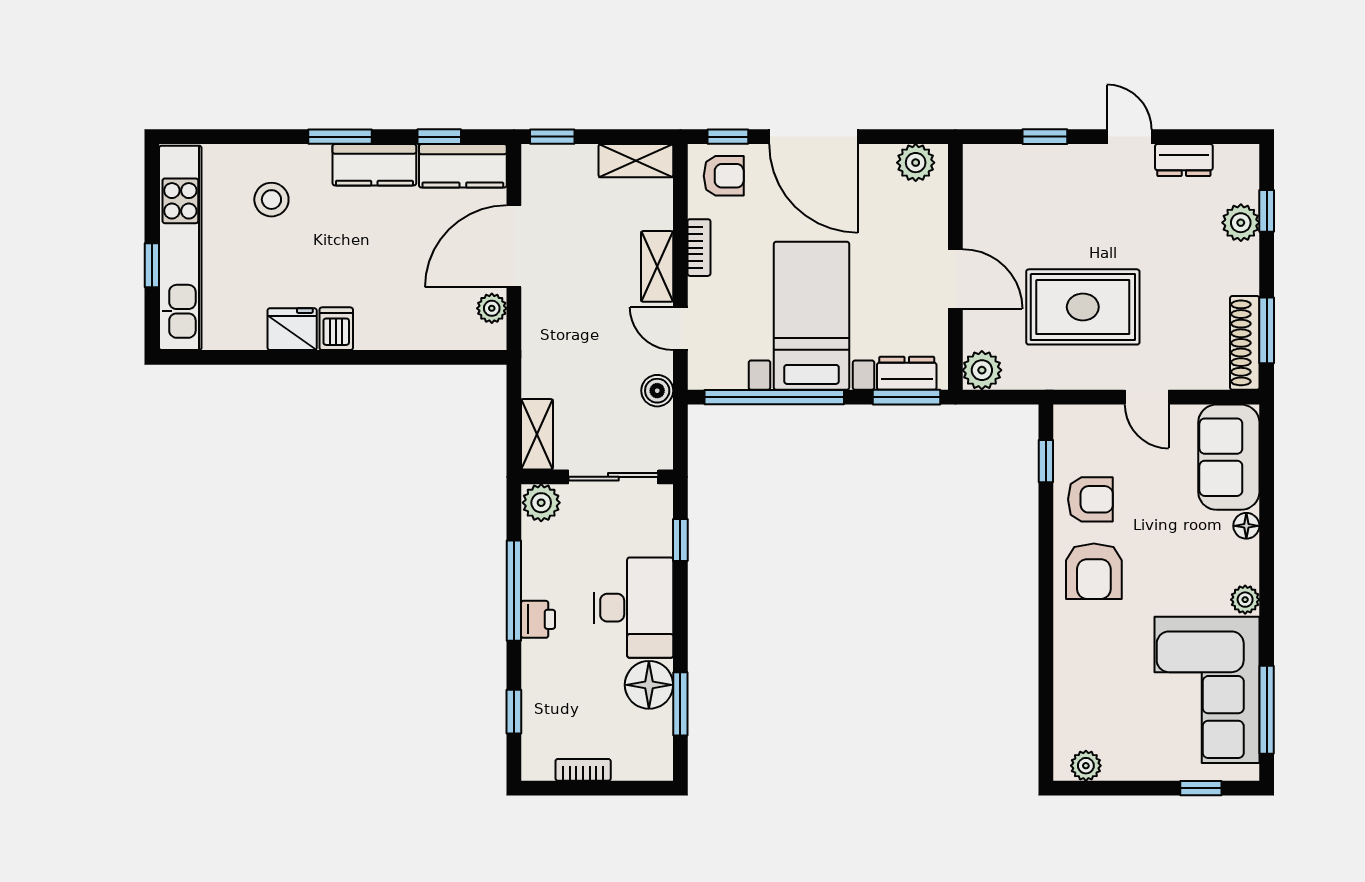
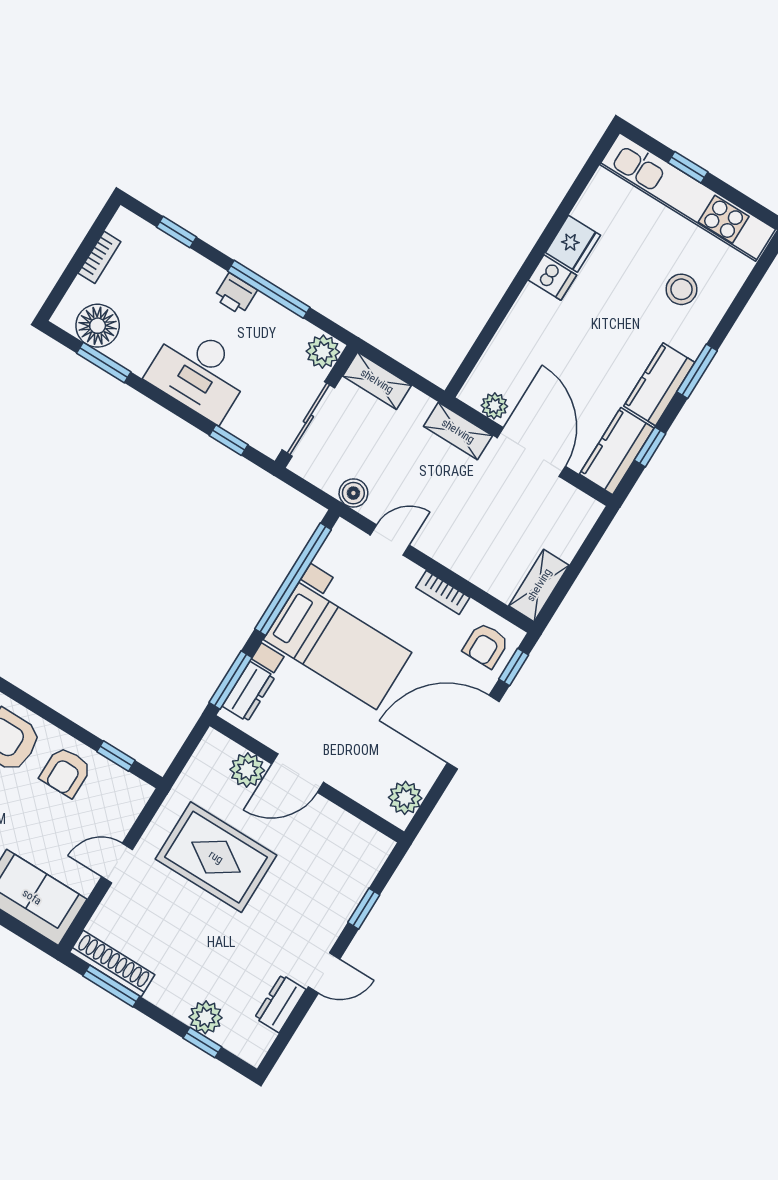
window: (552, 137) -> (597, 533), removed
shelving: (657, 266) -> (458, 431), moved
rug: (1083, 307) -> (216, 857), turned 90
plant: (982, 370) -> (247, 770), moved
floor lamp: (649, 685) -> (98, 326), moved

